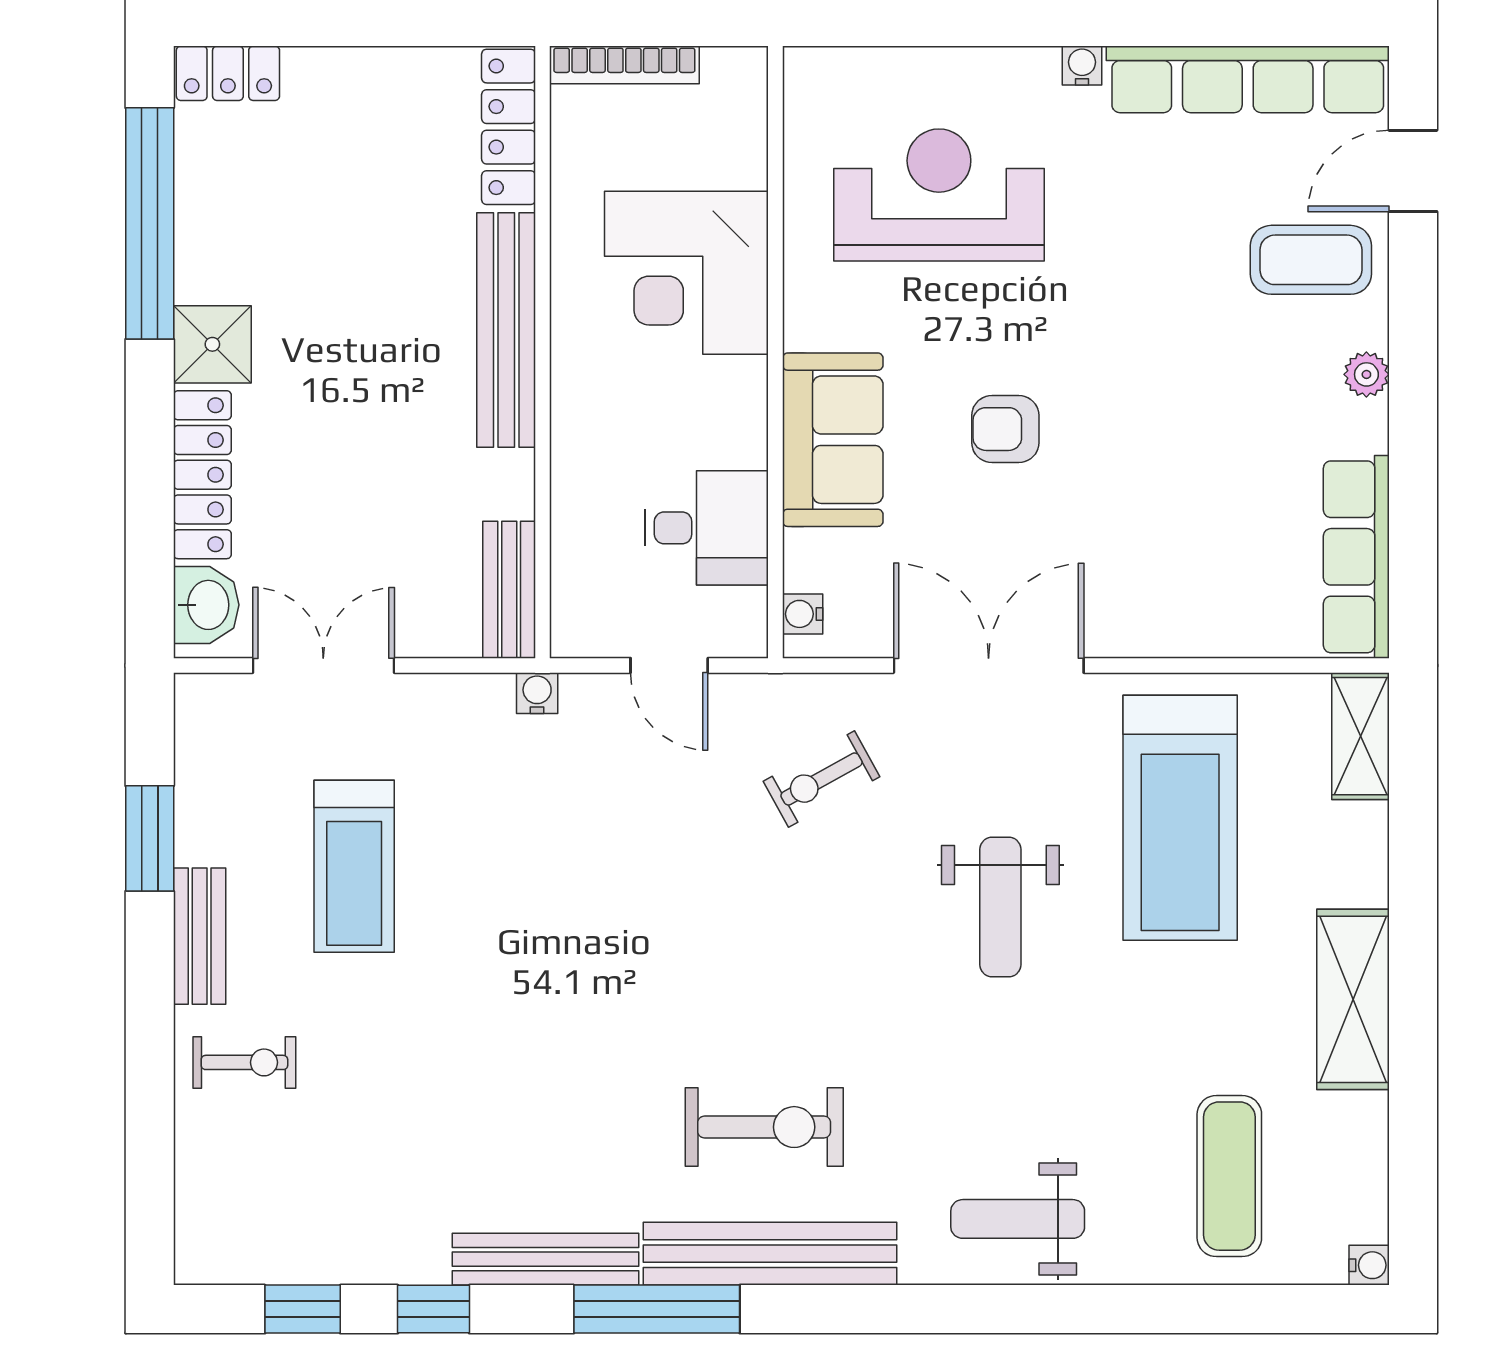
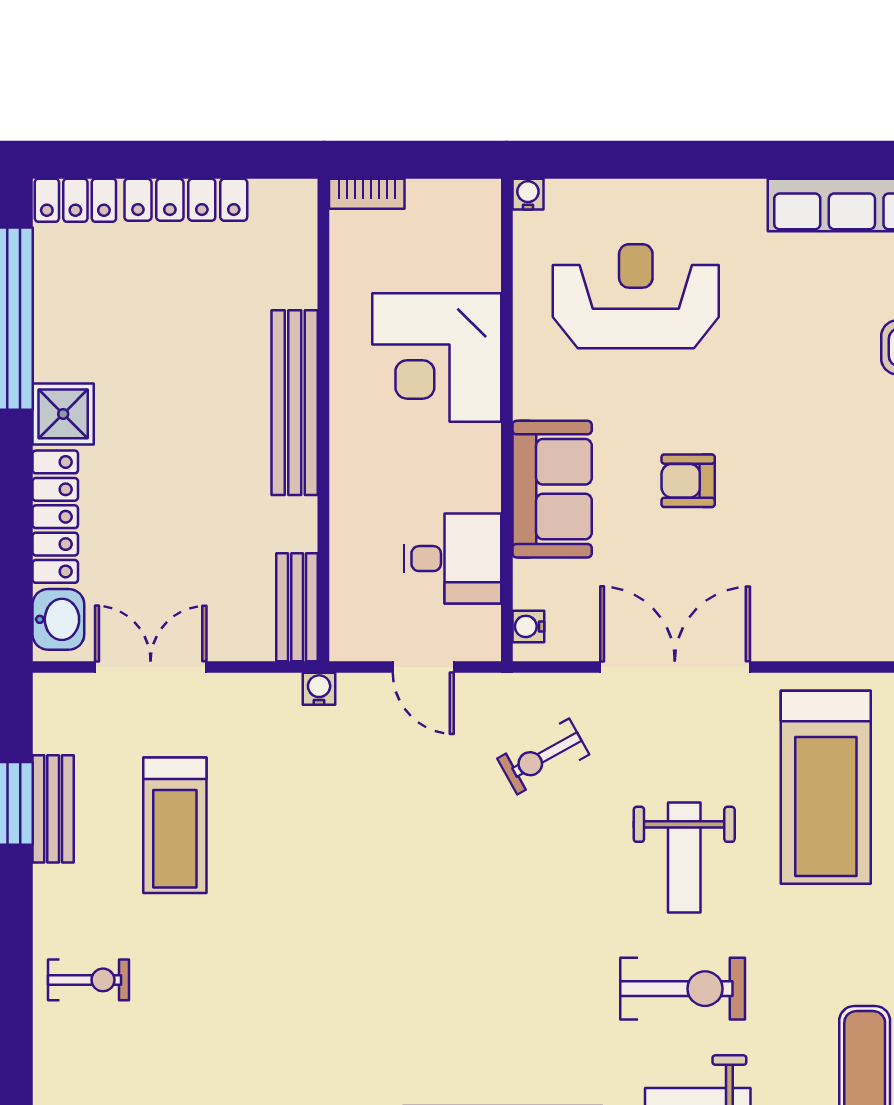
bookcase: (624, 65) -> (367, 194), width x0.64
water cooler: (1082, 65) -> (528, 194), moved
locker: (509, 127) -> (186, 200), moved, turned -90
bench: (200, 936) -> (53, 809), moved
exercise bike: (764, 1127) -> (683, 989), moved

